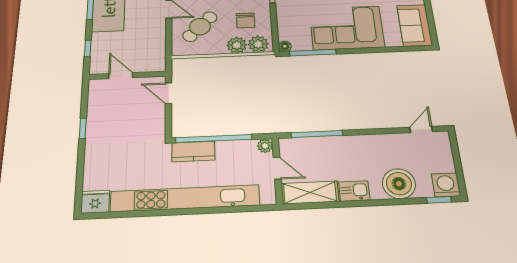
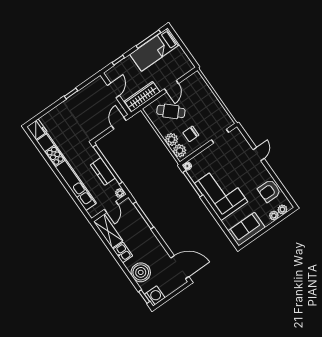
wardrobe: (156, 48) -> (142, 97), added
door: (421, 129) -> (180, 267), width x1.87
kitchen counter: (193, 151) -> (103, 171), moved

